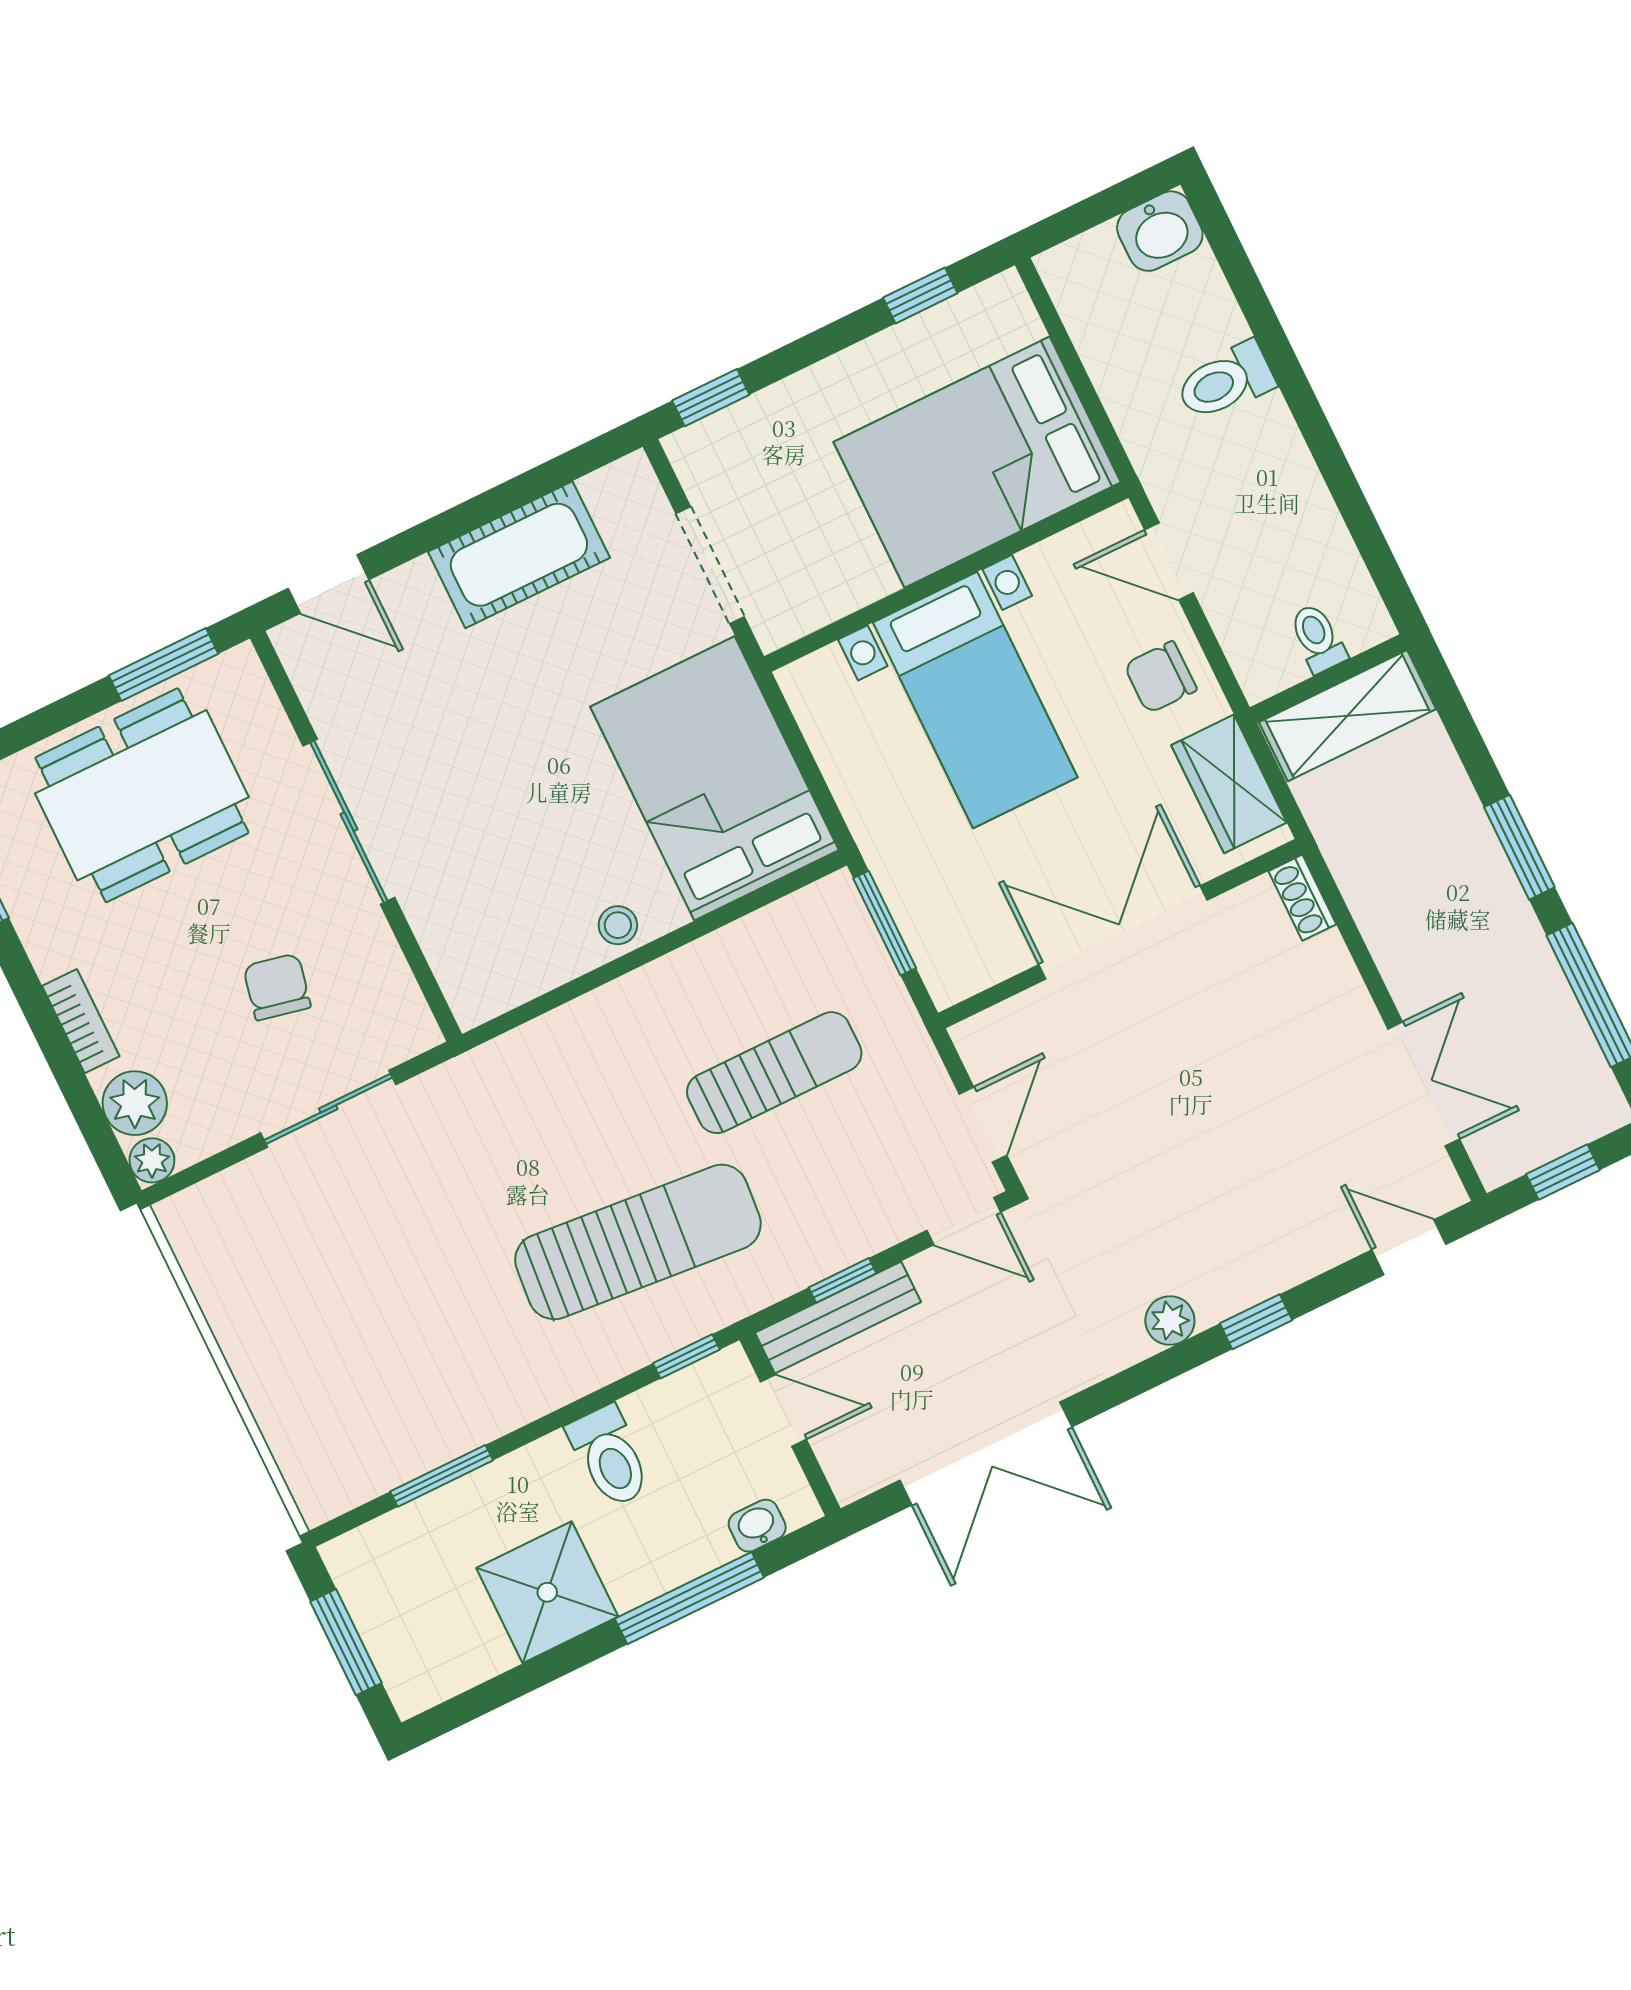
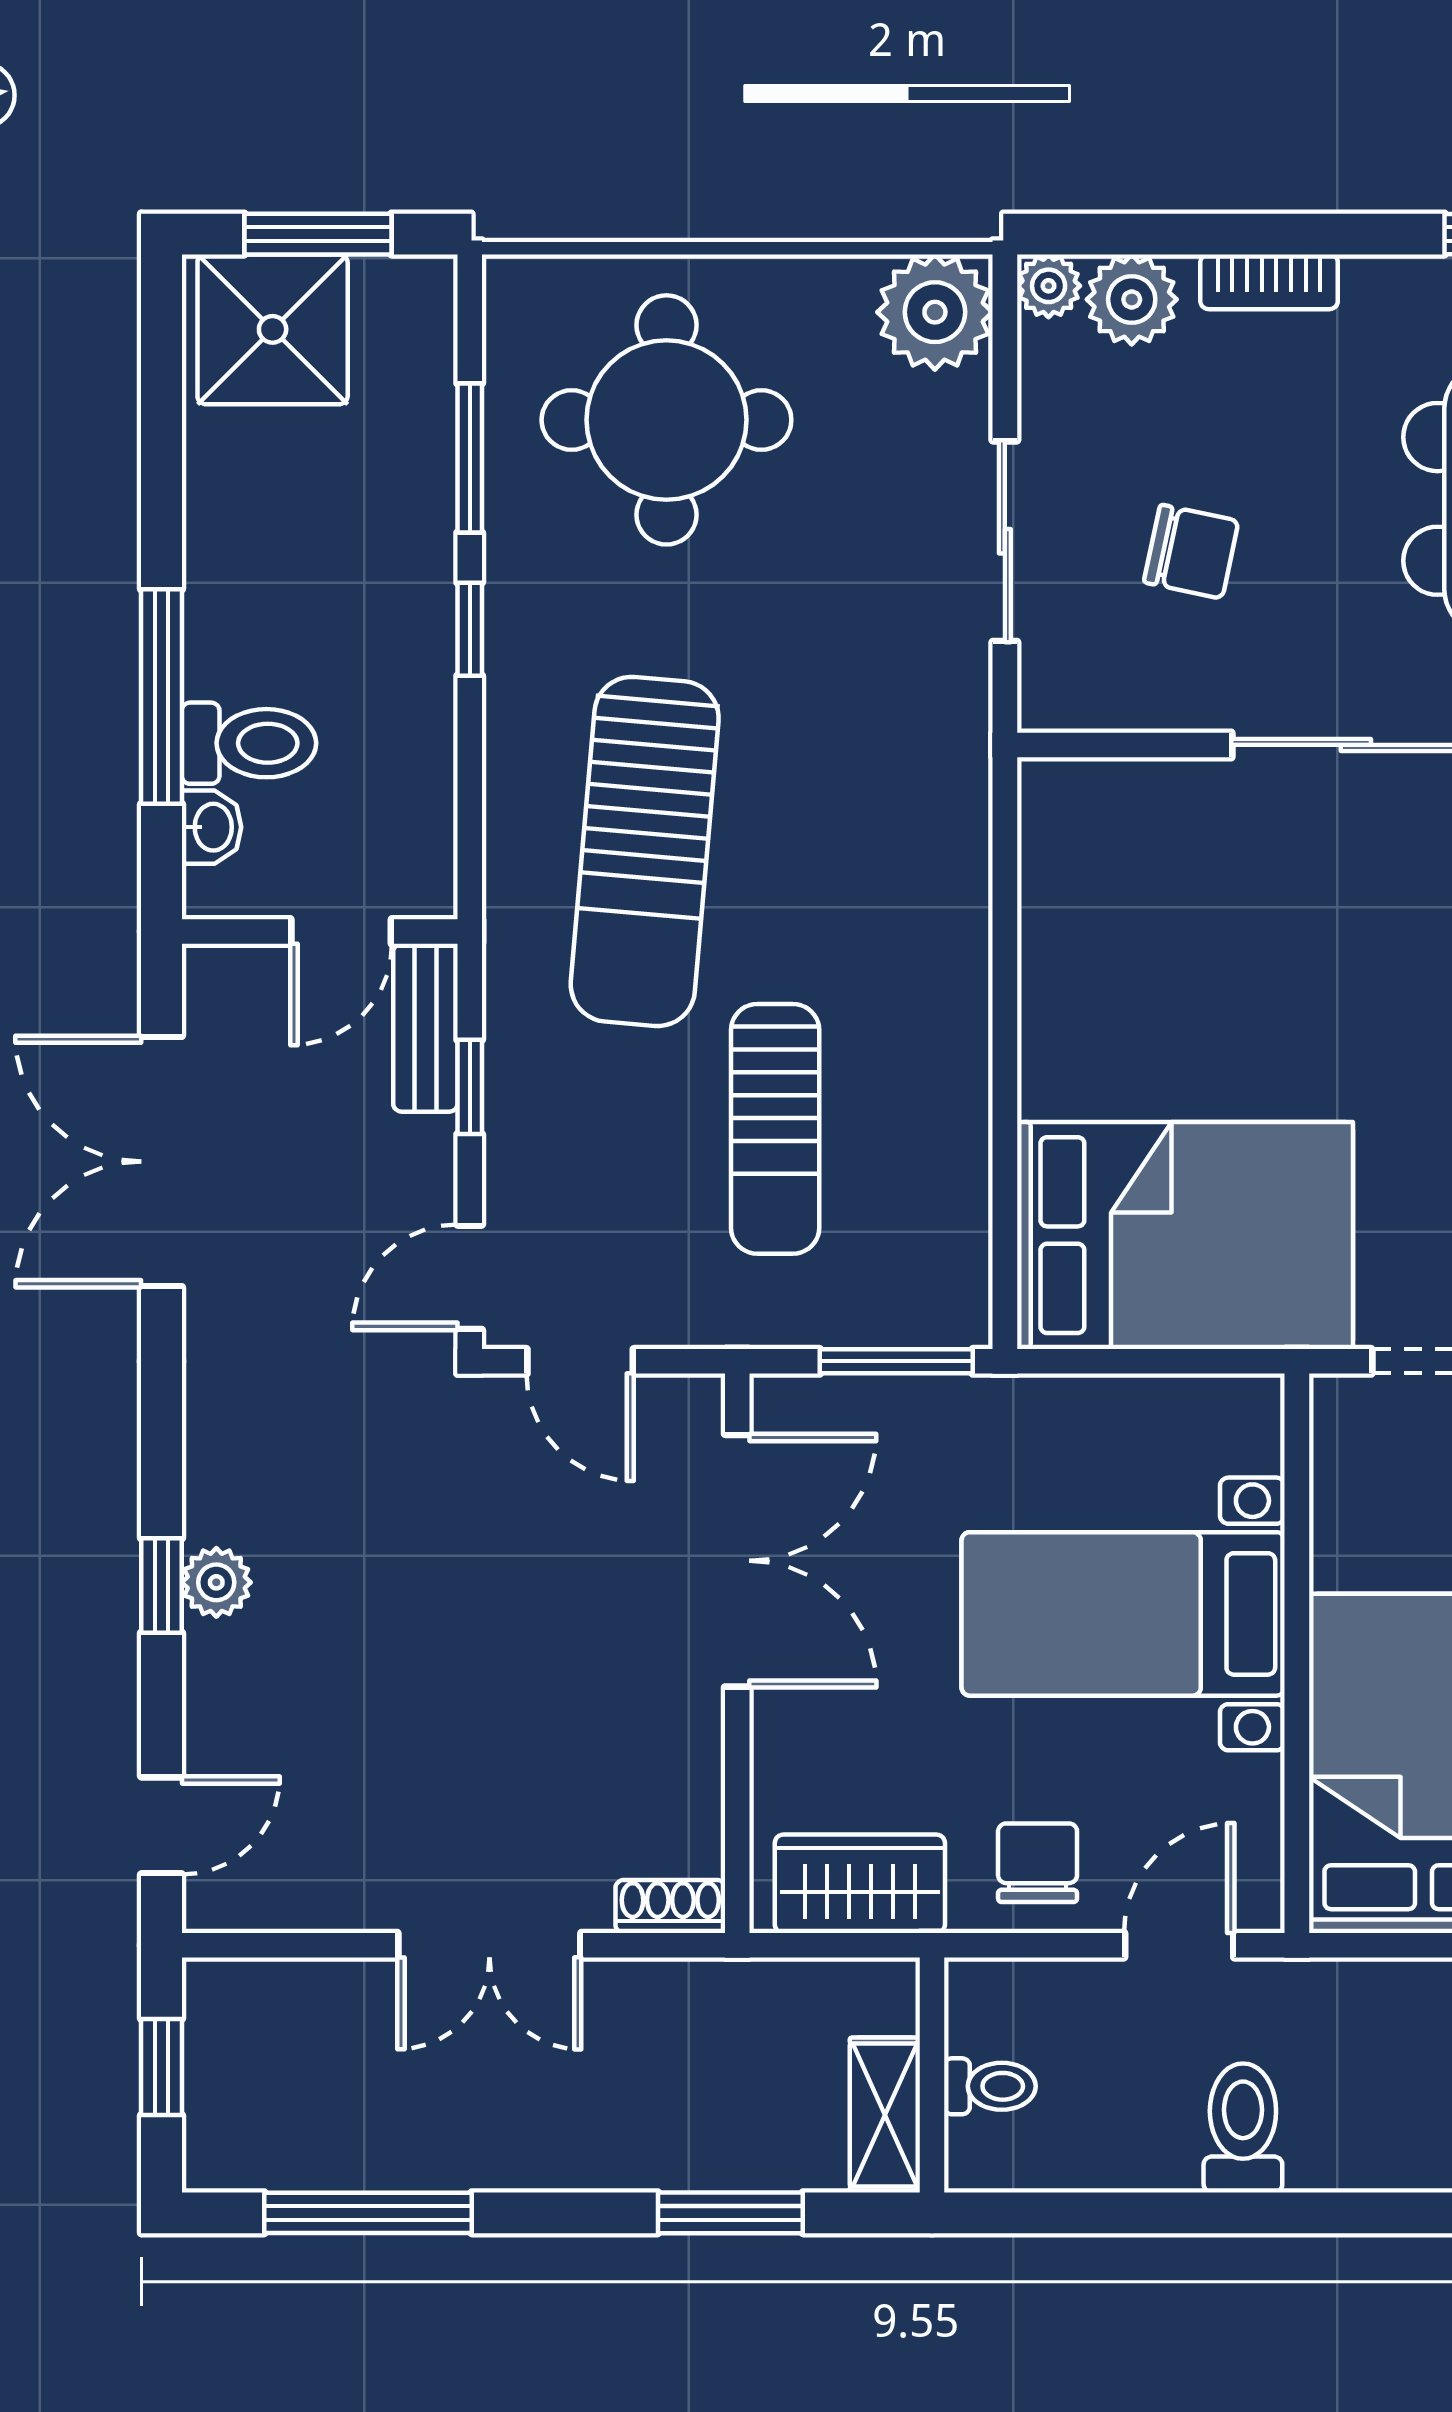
toilet: (1225, 381) -> (1243, 2128), moved
shelving: (1348, 716) -> (885, 2115), width x0.67, depth x0.75
window: (1519, 847) -> (730, 2213), moved
stool: (618, 925) -> (1059, 1022), removed
double door: (1123, 932) -> (737, 1561), moved
double door: (1424, 1084) -> (489, 1945), moved
plant: (204, 1225) -> (935, 312), added
bench: (838, 1317) -> (425, 1028), width x0.73
plant: (1170, 1321) -> (216, 1582), moved
window: (686, 1356) -> (470, 629), moved
round table: (356, 1362) -> (666, 420), added
toilet: (609, 1457) -> (249, 743), moved, turned 180
shower: (547, 1592) -> (273, 329), moved

